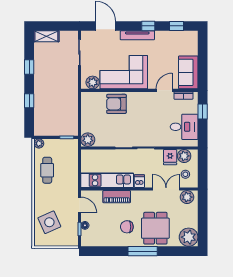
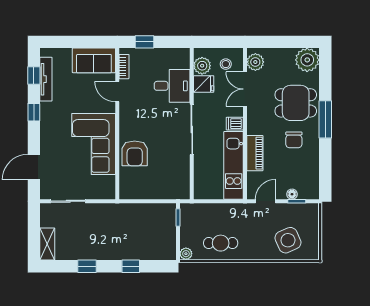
tv unit: (137, 35) -> (46, 79), moved
plant: (93, 82) -> (107, 184), removed
desk: (184, 127) -> (172, 86), moved, turned 90
plant: (88, 140) -> (181, 190), removed

